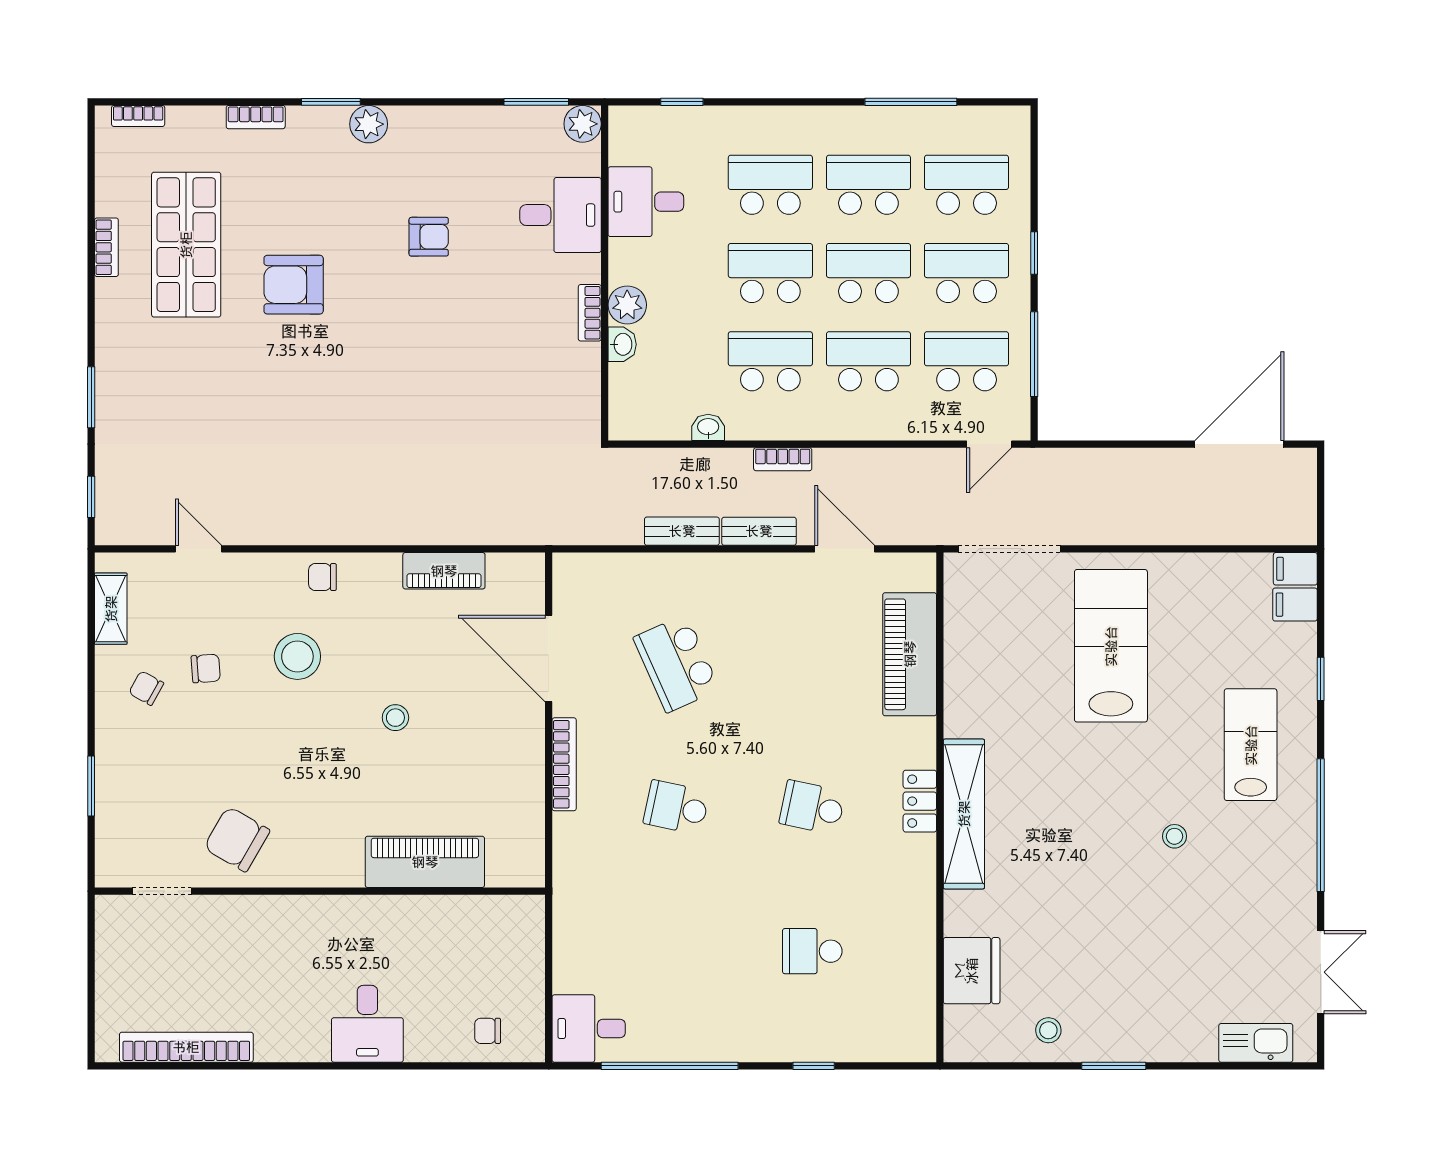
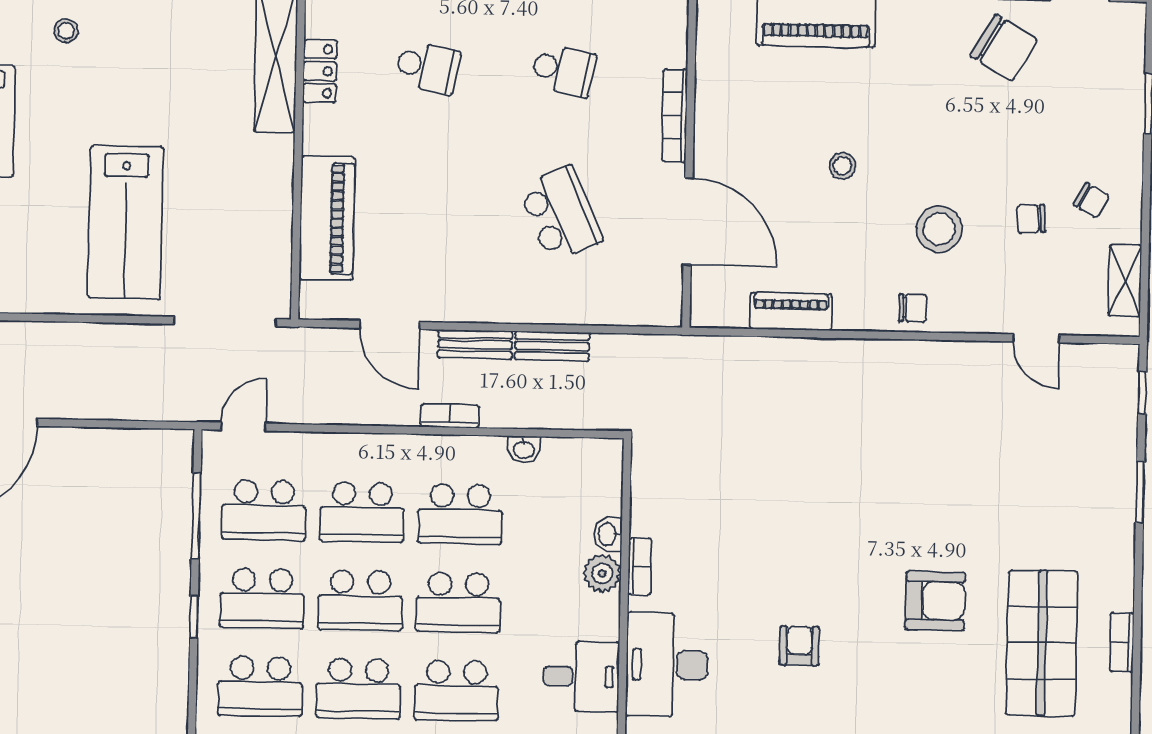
desk: (561, 215) -> (667, 665), width x1.37
armchair: (429, 237) -> (799, 646), turned 90

